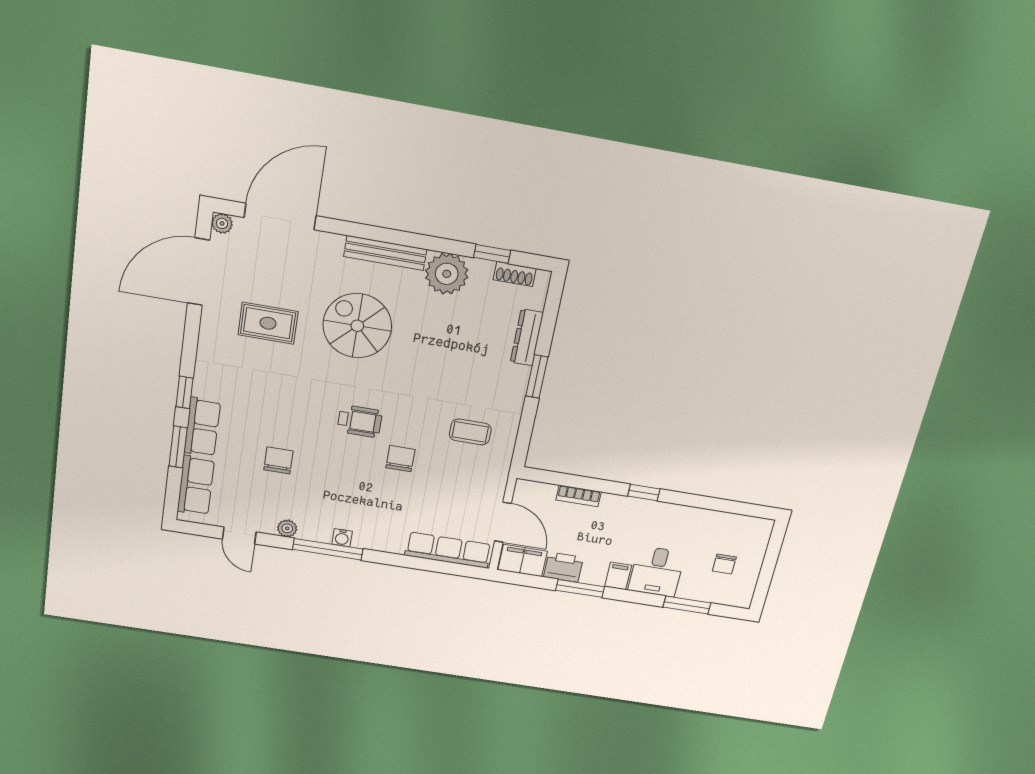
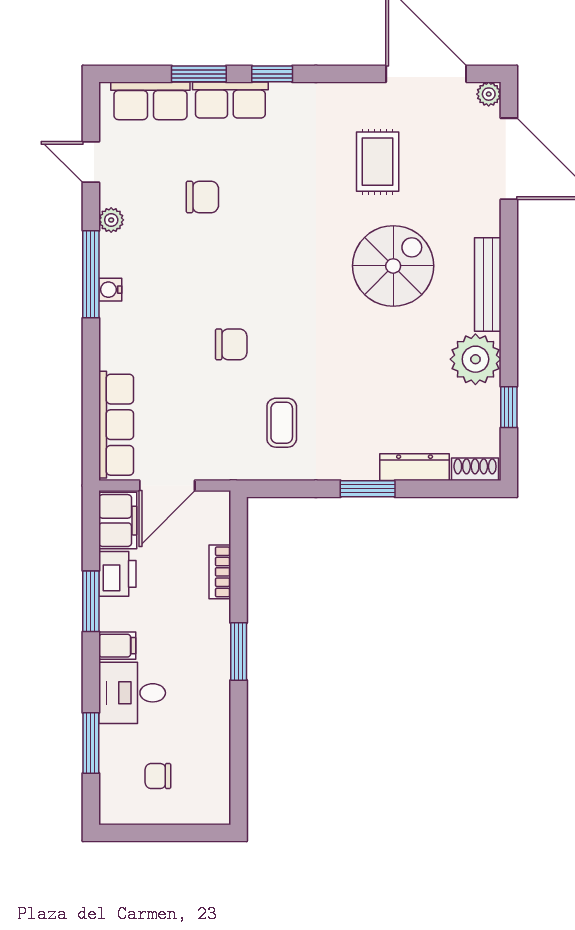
shoe rack: (515, 274) -> (475, 469), moved, turned 90
wheelchair: (360, 421) -> (272, 287), removed
window: (644, 492) -> (239, 651), width x1.50
door: (239, 535) -> (91, 162), hinge flipped

